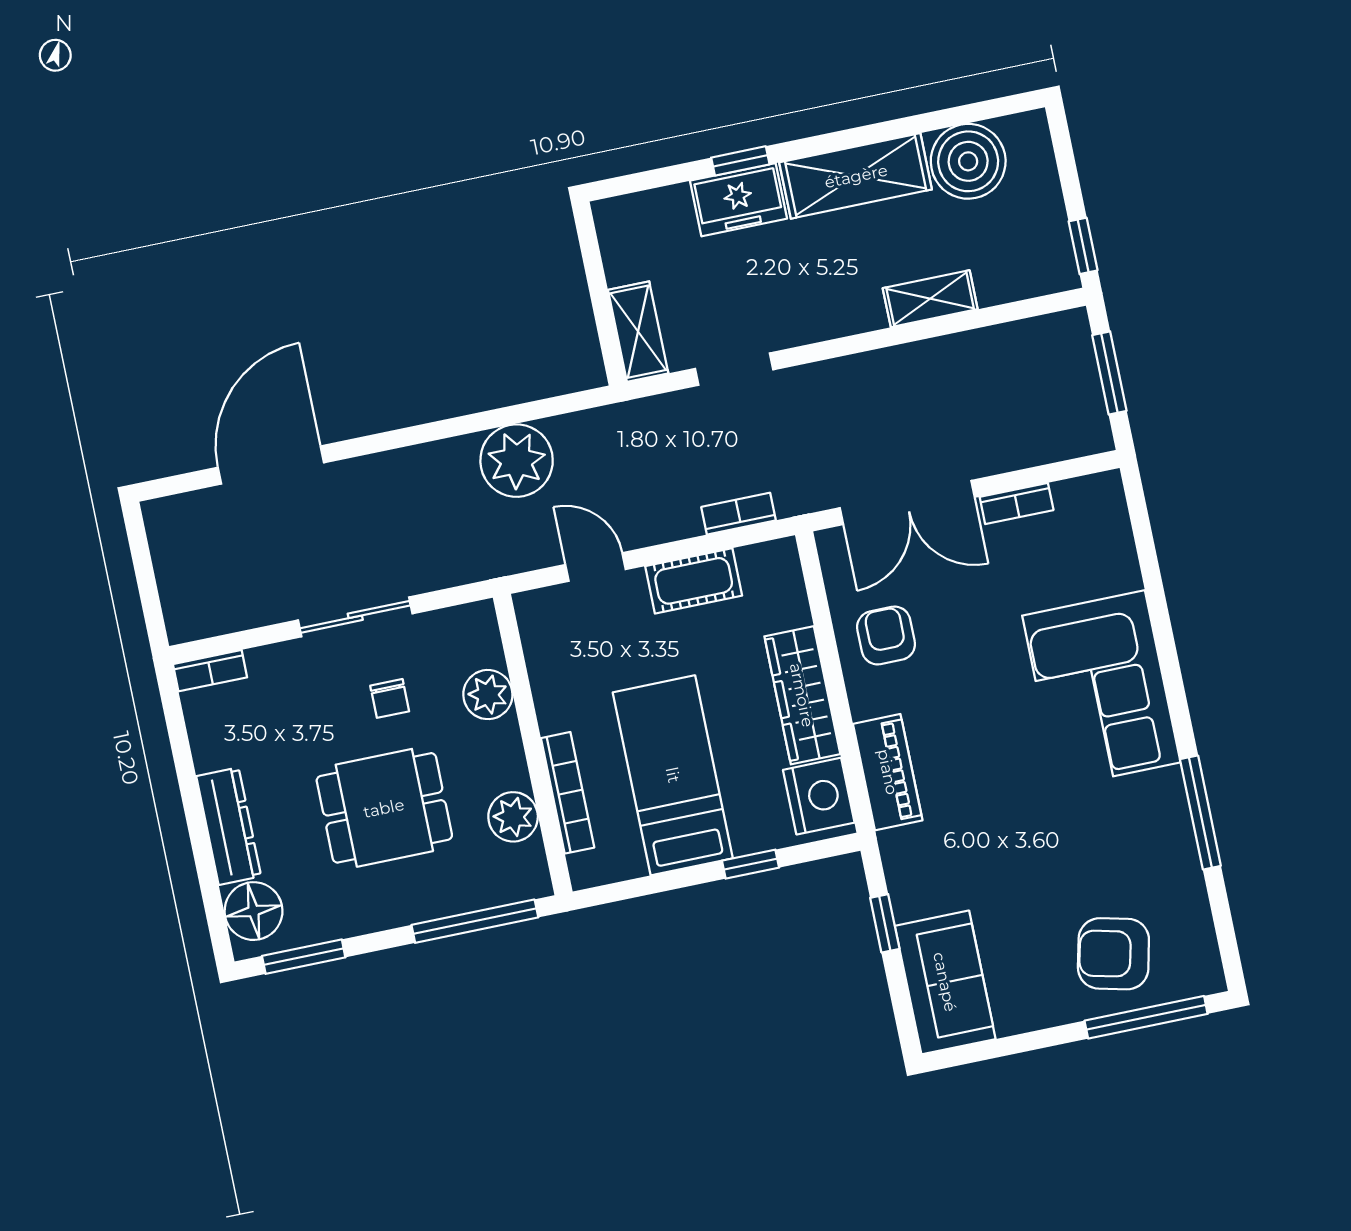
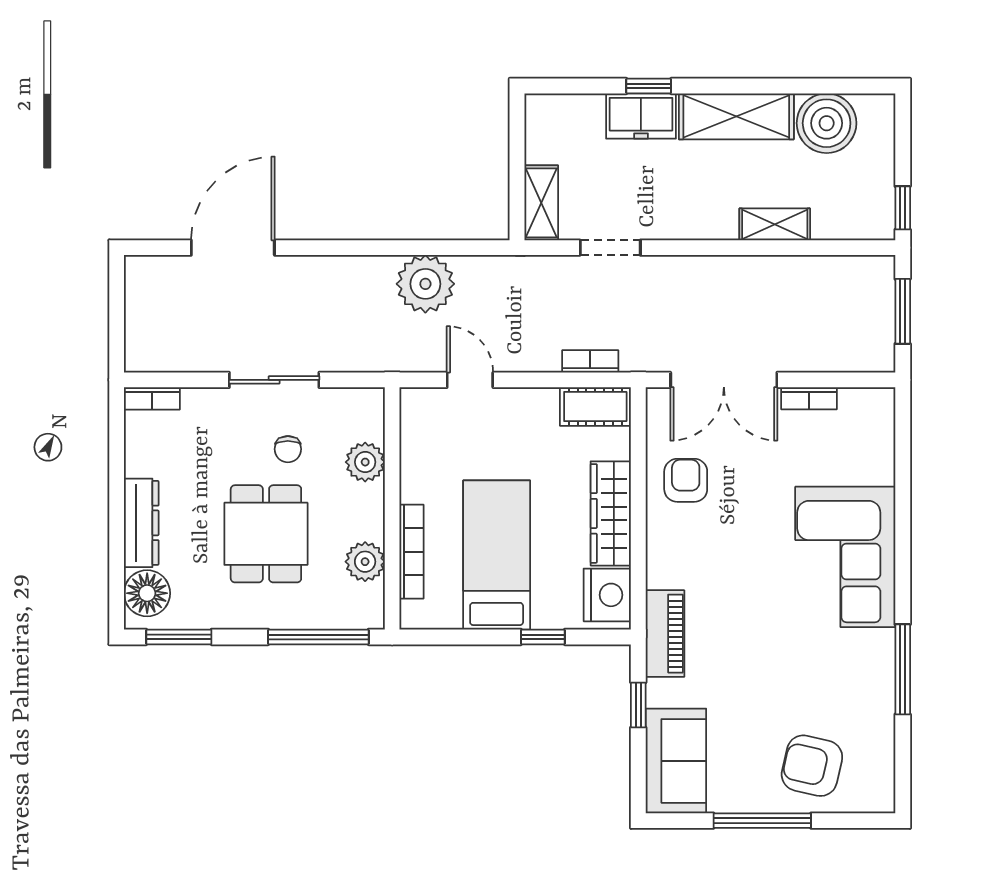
cot: (694, 581) -> (595, 407), moved
piano: (888, 772) -> (665, 634), moved
dining table: (384, 808) -> (266, 534), turned 90
window: (1146, 1017) -> (762, 821), moved

